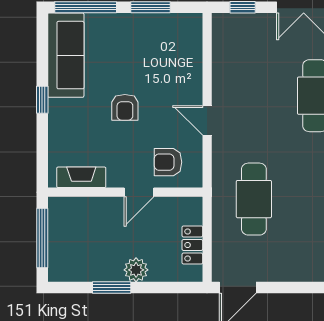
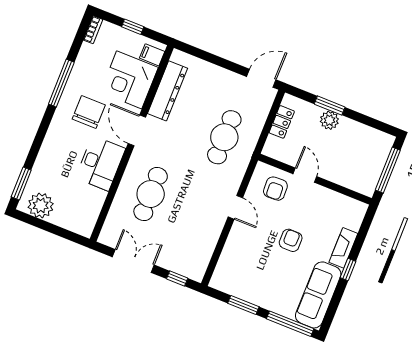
armchair: (168, 162) -> (275, 189), turned 88
fireplace: (81, 177) -> (343, 248), moved, turned 90
door: (139, 192) -> (305, 175), hinge flipped
window: (112, 288) -> (330, 106), moved

